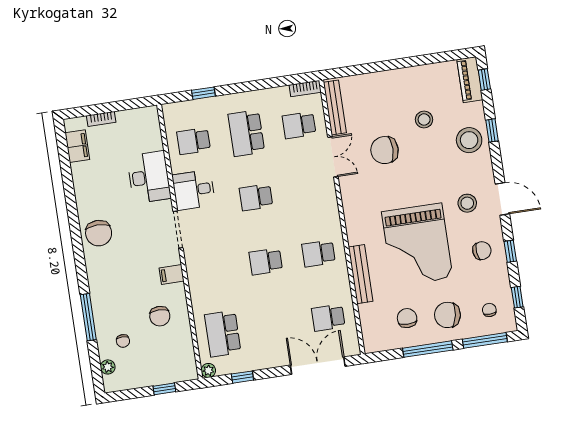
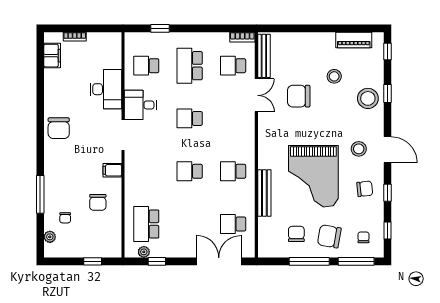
piano: (470, 80) -> (354, 40), moved, turned -90
plant: (208, 370) -> (144, 252), moved

